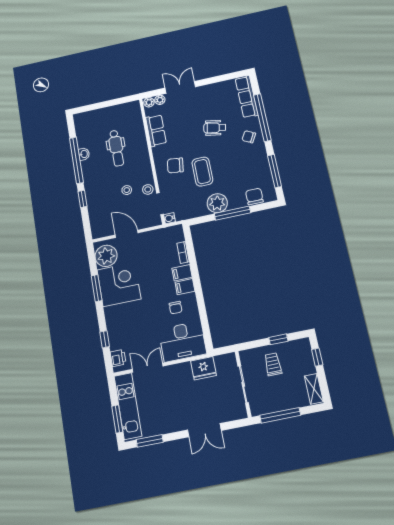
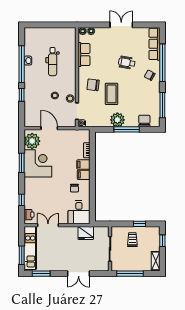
double door: (180, 87) -> (121, 25), moved
desk: (182, 342) -> (79, 212), width x0.73

